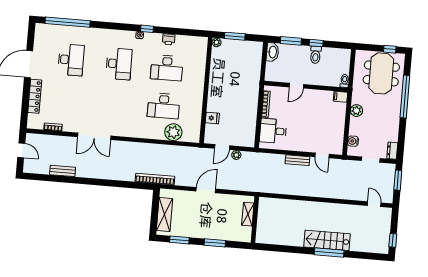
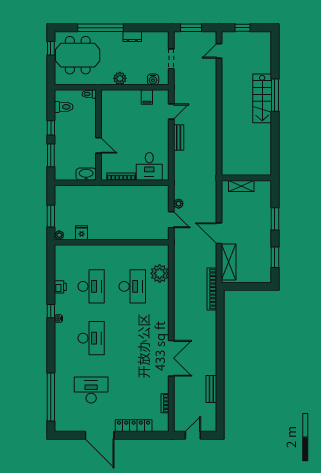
washbasin: (272, 52) -> (86, 174), moved
toilet: (316, 55) -> (64, 107), moved
desk: (119, 64) -> (91, 338), turned 90
filing cabinet: (340, 97) -> (147, 97), moved
fridge: (212, 118) -> (81, 233), moved
dresser: (392, 151) -> (132, 36), moved
shelving: (164, 214) -> (229, 262), moved, turned 90
window: (393, 240) -> (243, 28), moved

